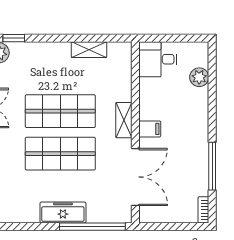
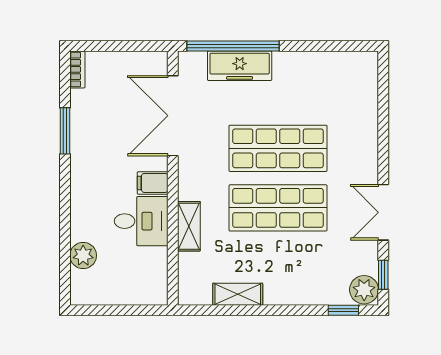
desk: (158, 59) -> (141, 221), moved
shelving: (124, 120) -> (189, 226), moved
window: (212, 166) -> (65, 131), width x0.69
freezer: (63, 213) -> (240, 66), moved

